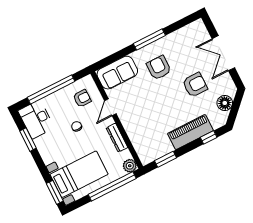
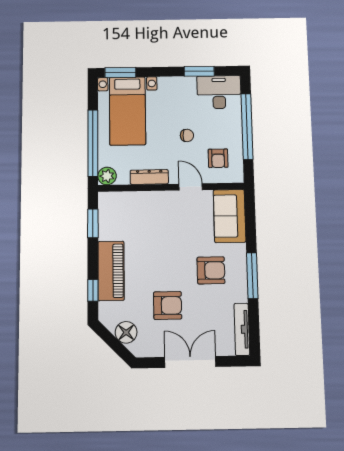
tv unit: (187, 30) -> (242, 329), added
armchair: (195, 85) -> (168, 305), turned -90

